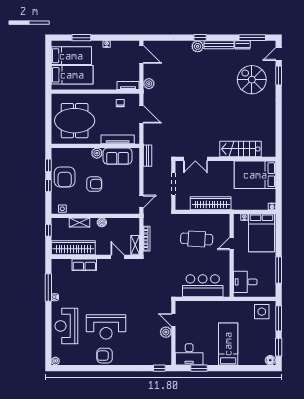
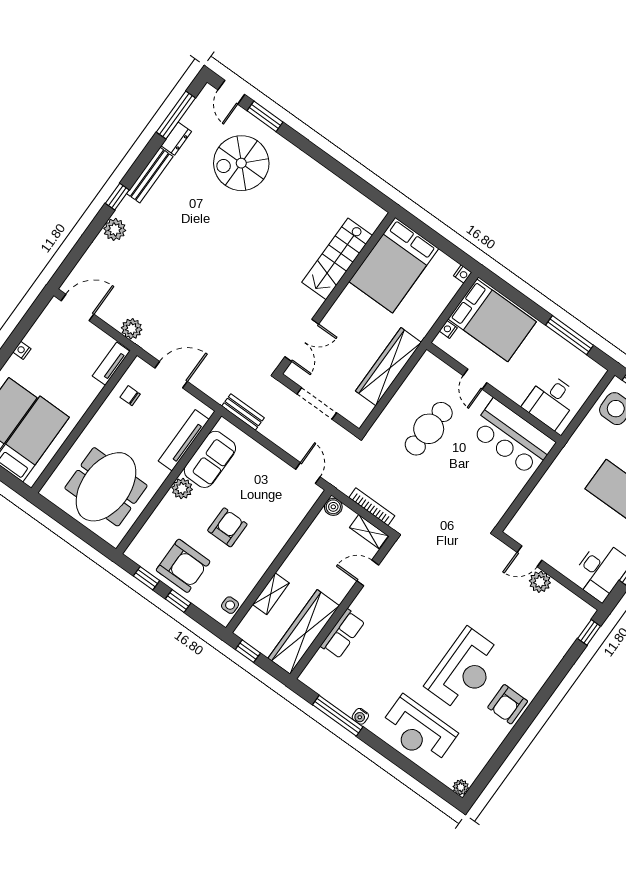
plant: (198, 46) -> (115, 229), moved
boiler: (102, 222) -> (333, 507), moved
bar counter: (203, 286) -> (513, 437), moved, turned -90

